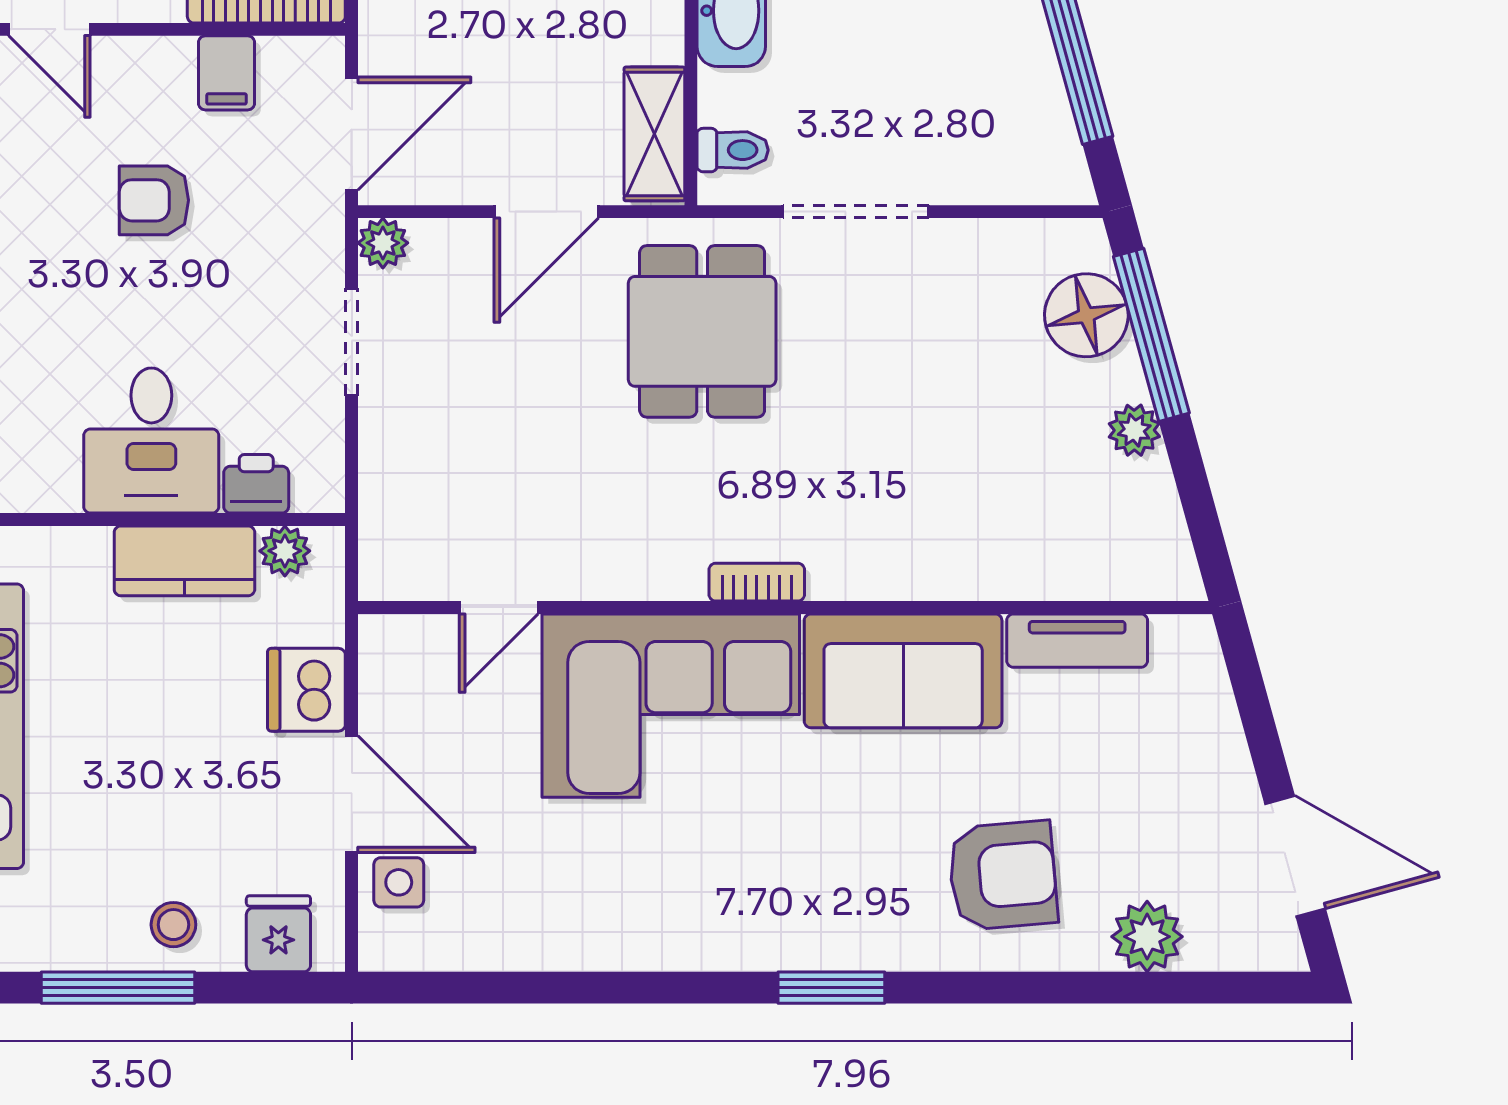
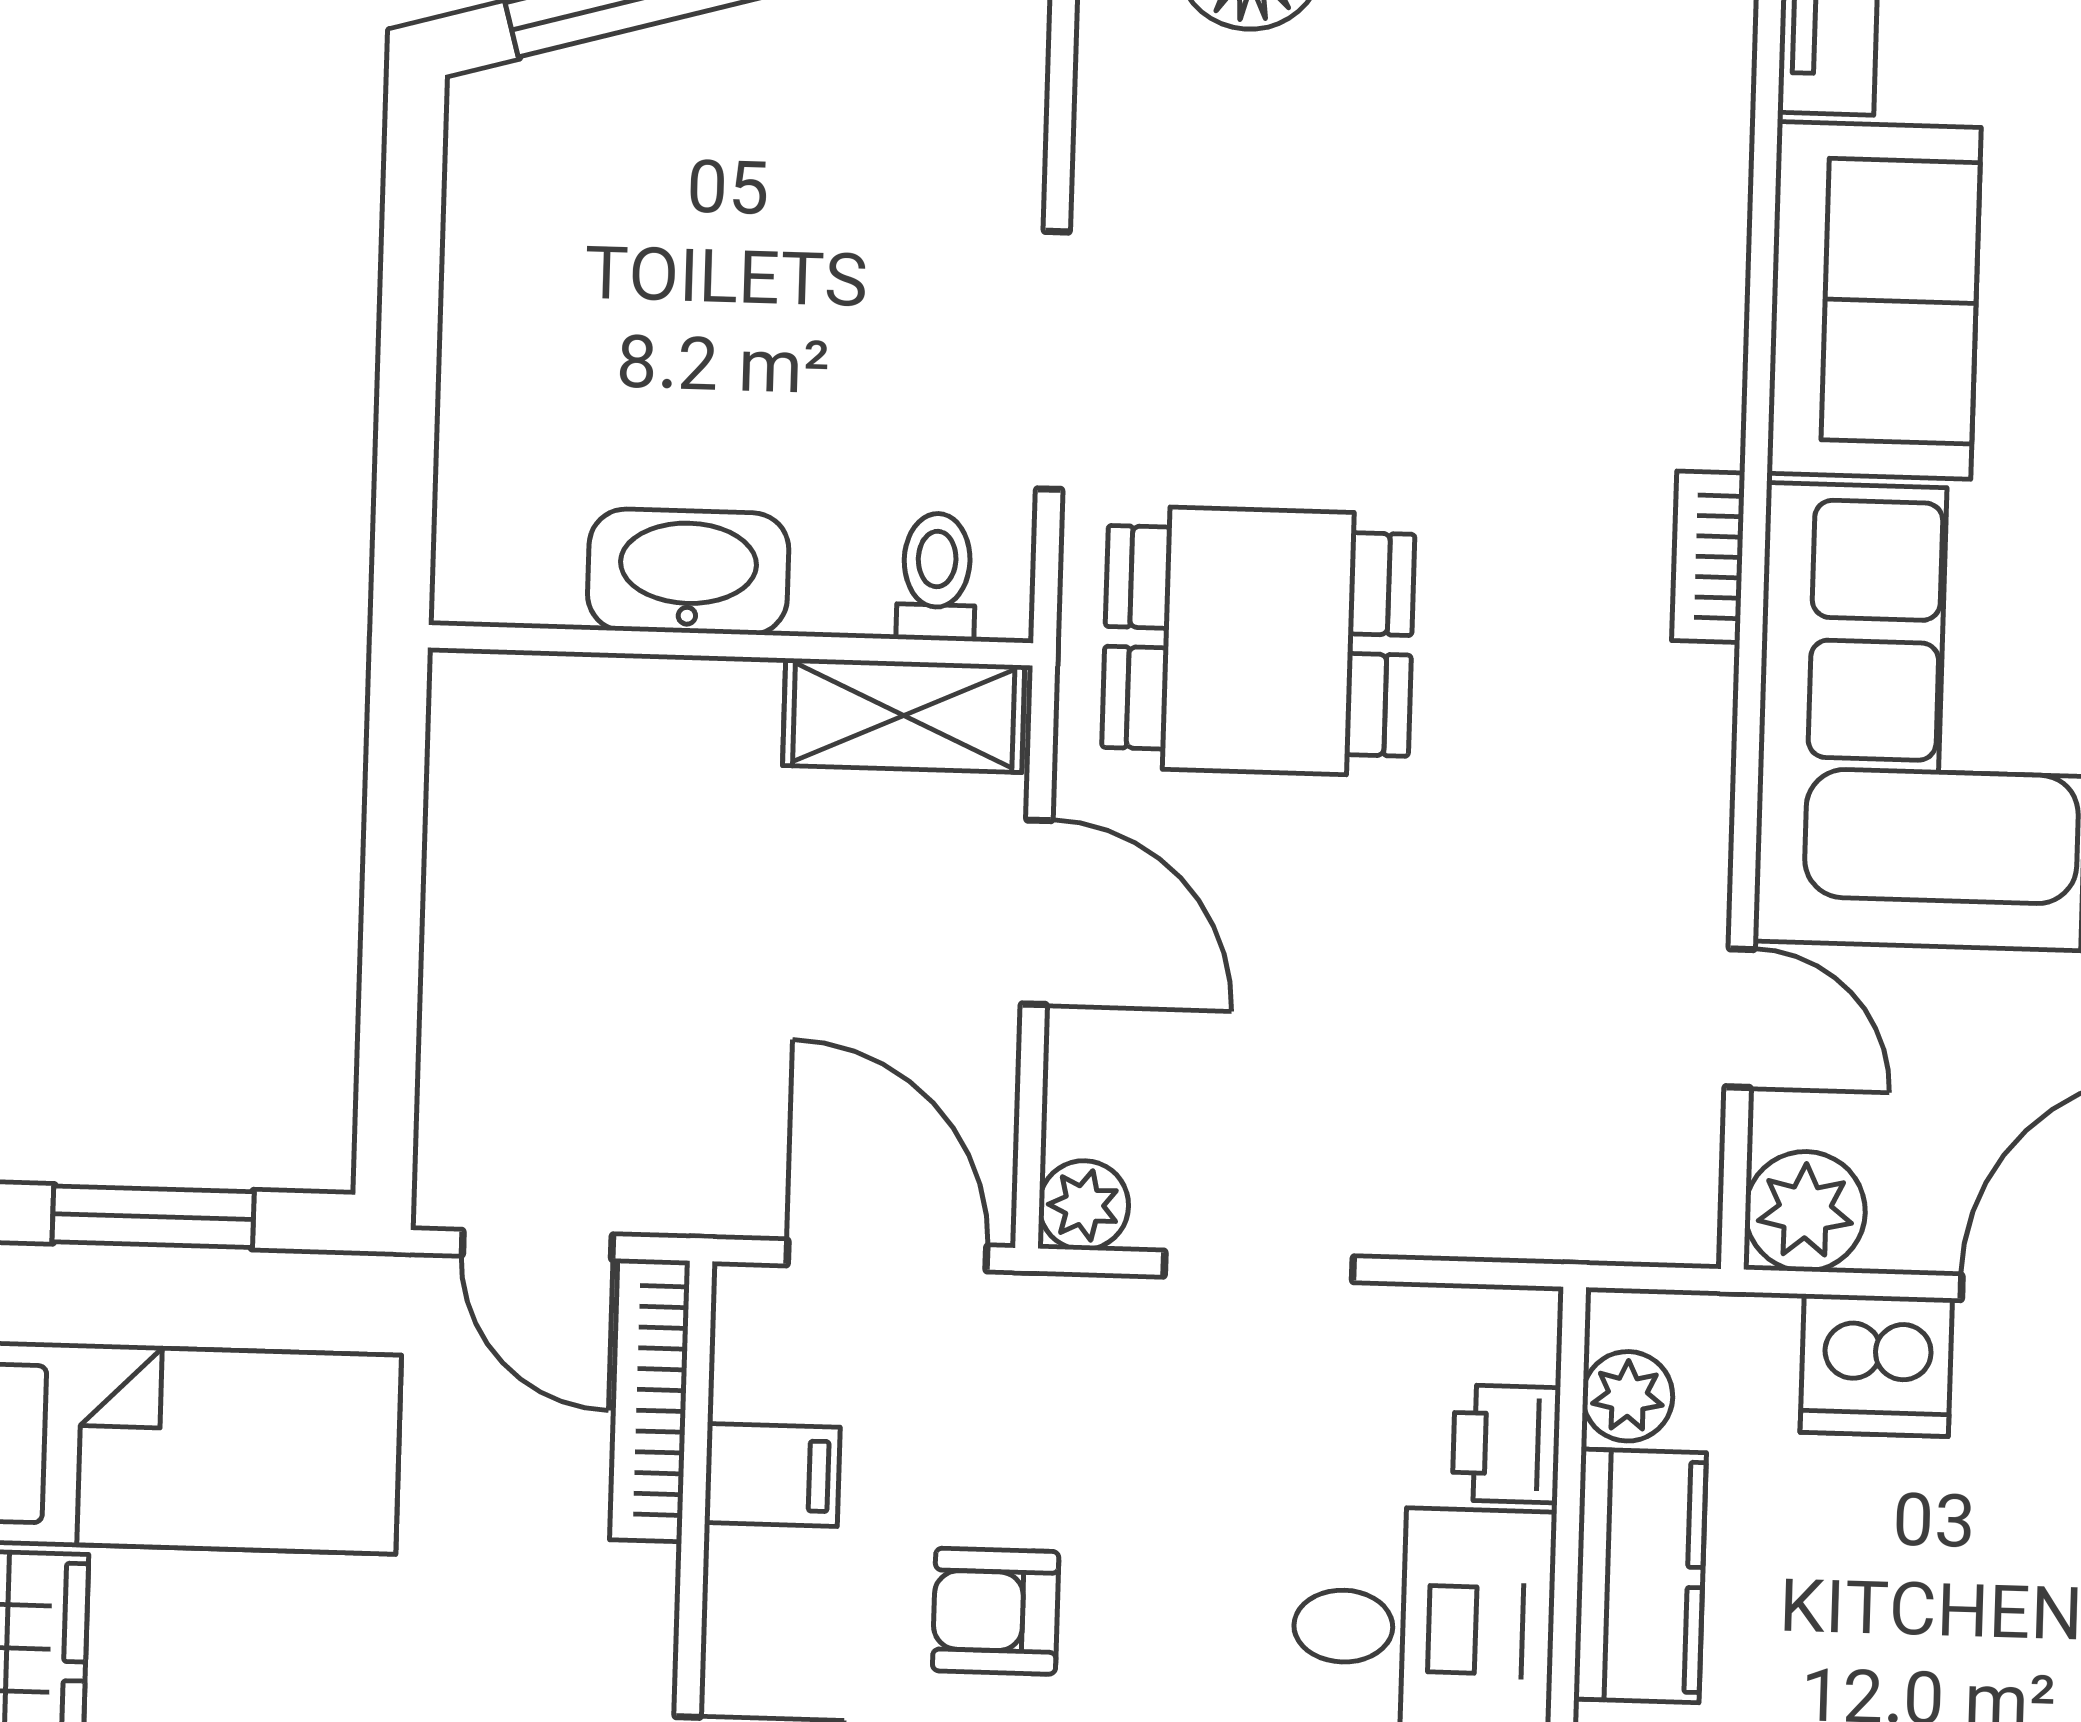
armchair: (154, 200) -> (996, 1611), turned 90
plant: (391, 647) -> (1805, 1211), added

